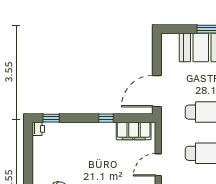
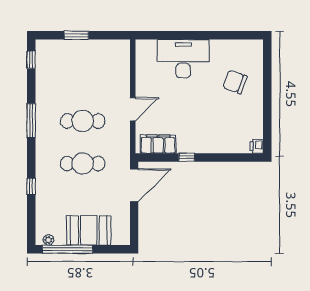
window: (51, 118) -> (243, 157), removed

